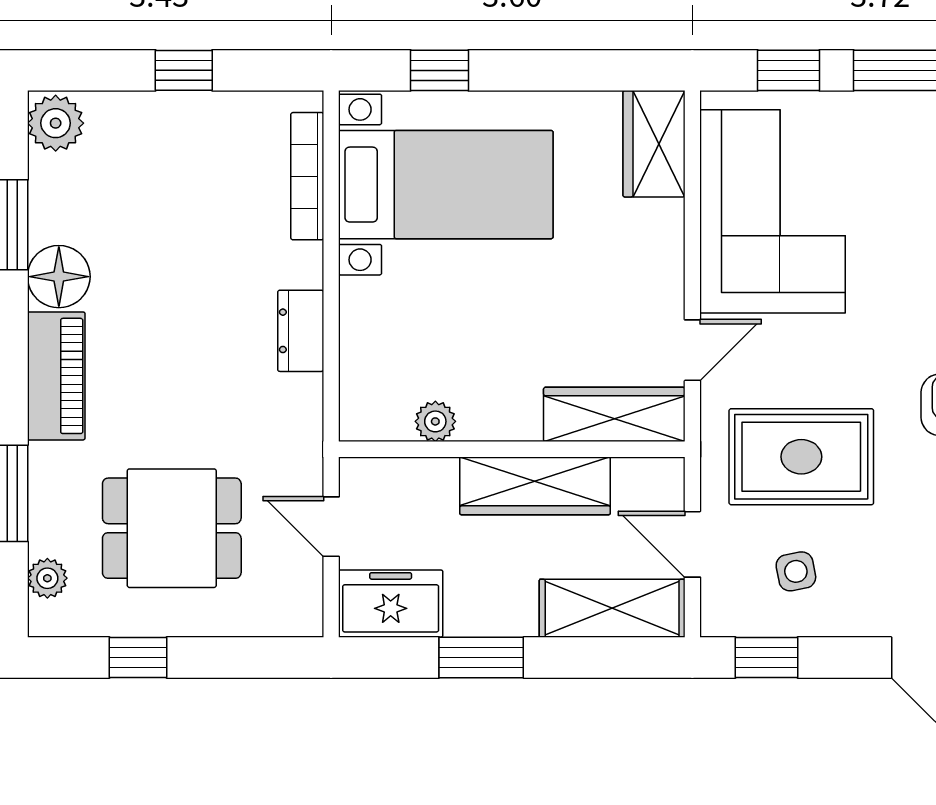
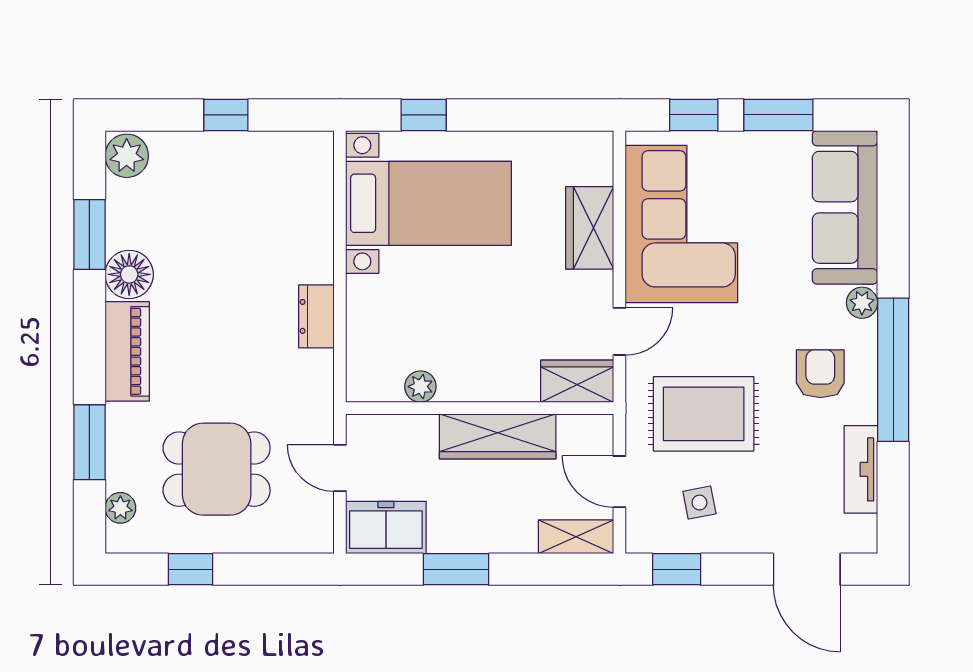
wardrobe: (654, 144) -> (590, 228), moved
bookcase: (307, 176) -> (321, 197), removed
wardrobe: (614, 414) -> (577, 381), width x0.67
shelving: (612, 608) -> (576, 537), width x0.67, depth x0.75

